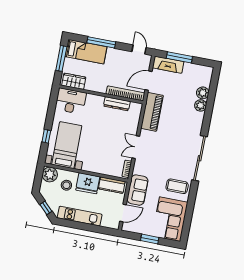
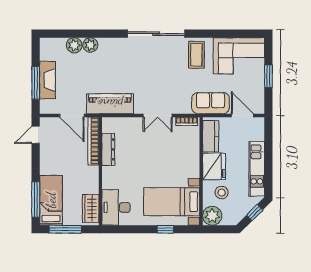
window: (101, 42) -> (36, 199), moved
fireplace: (168, 65) -> (47, 80), moved

